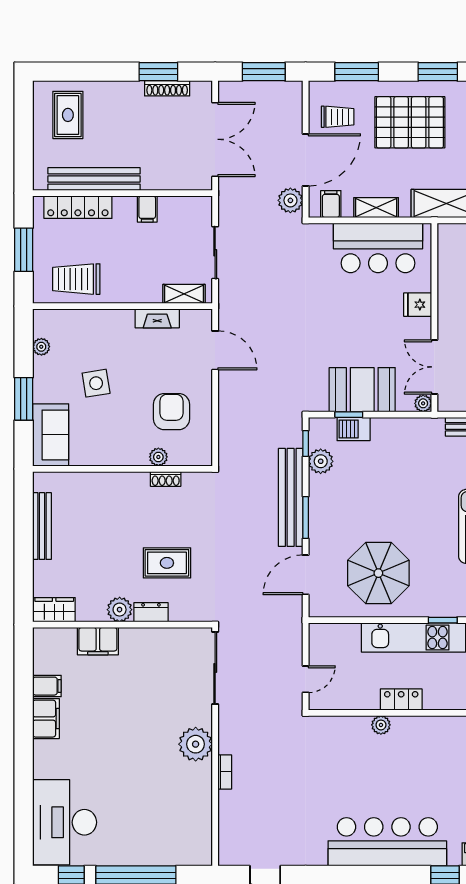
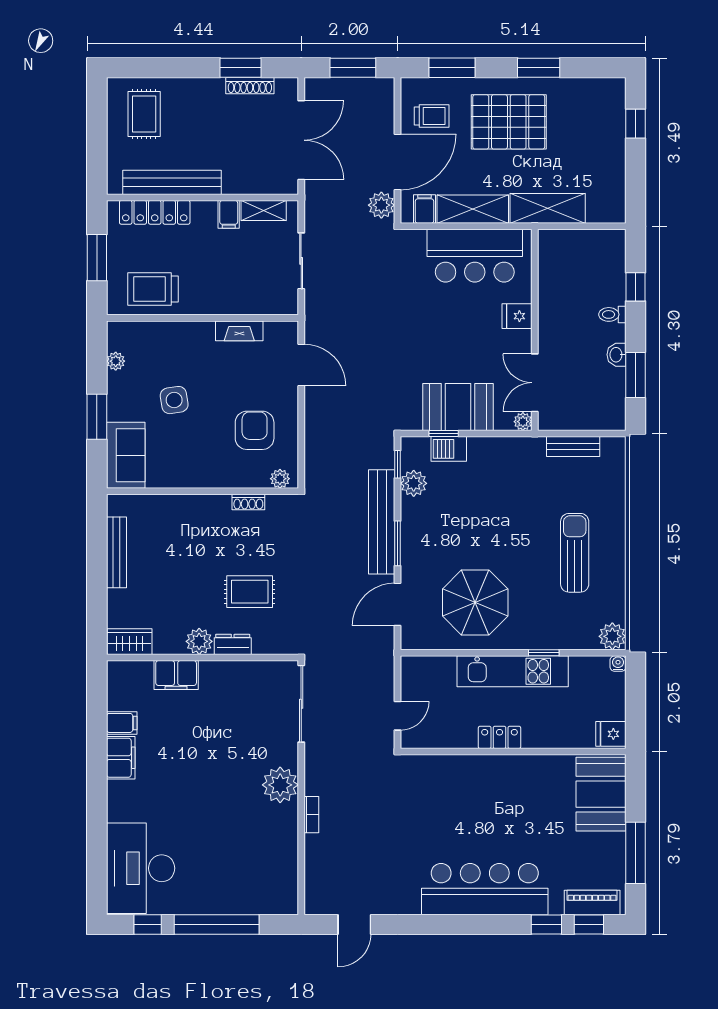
shelving: (376, 208) -> (473, 209), width x1.50, depth x1.33
shelving: (184, 294) -> (264, 210), moved
plant: (158, 457) -> (280, 479), moved
plant: (381, 725) -> (478, 764), removed

